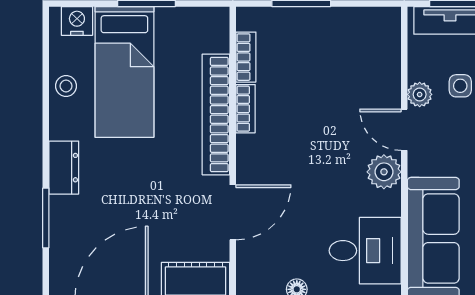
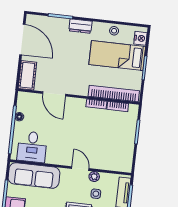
bookcase: (216, 114) -> (114, 93), moved
door: (404, 130) -> (80, 169), hinge flipped
plant: (384, 172) -> (64, 158), removed

